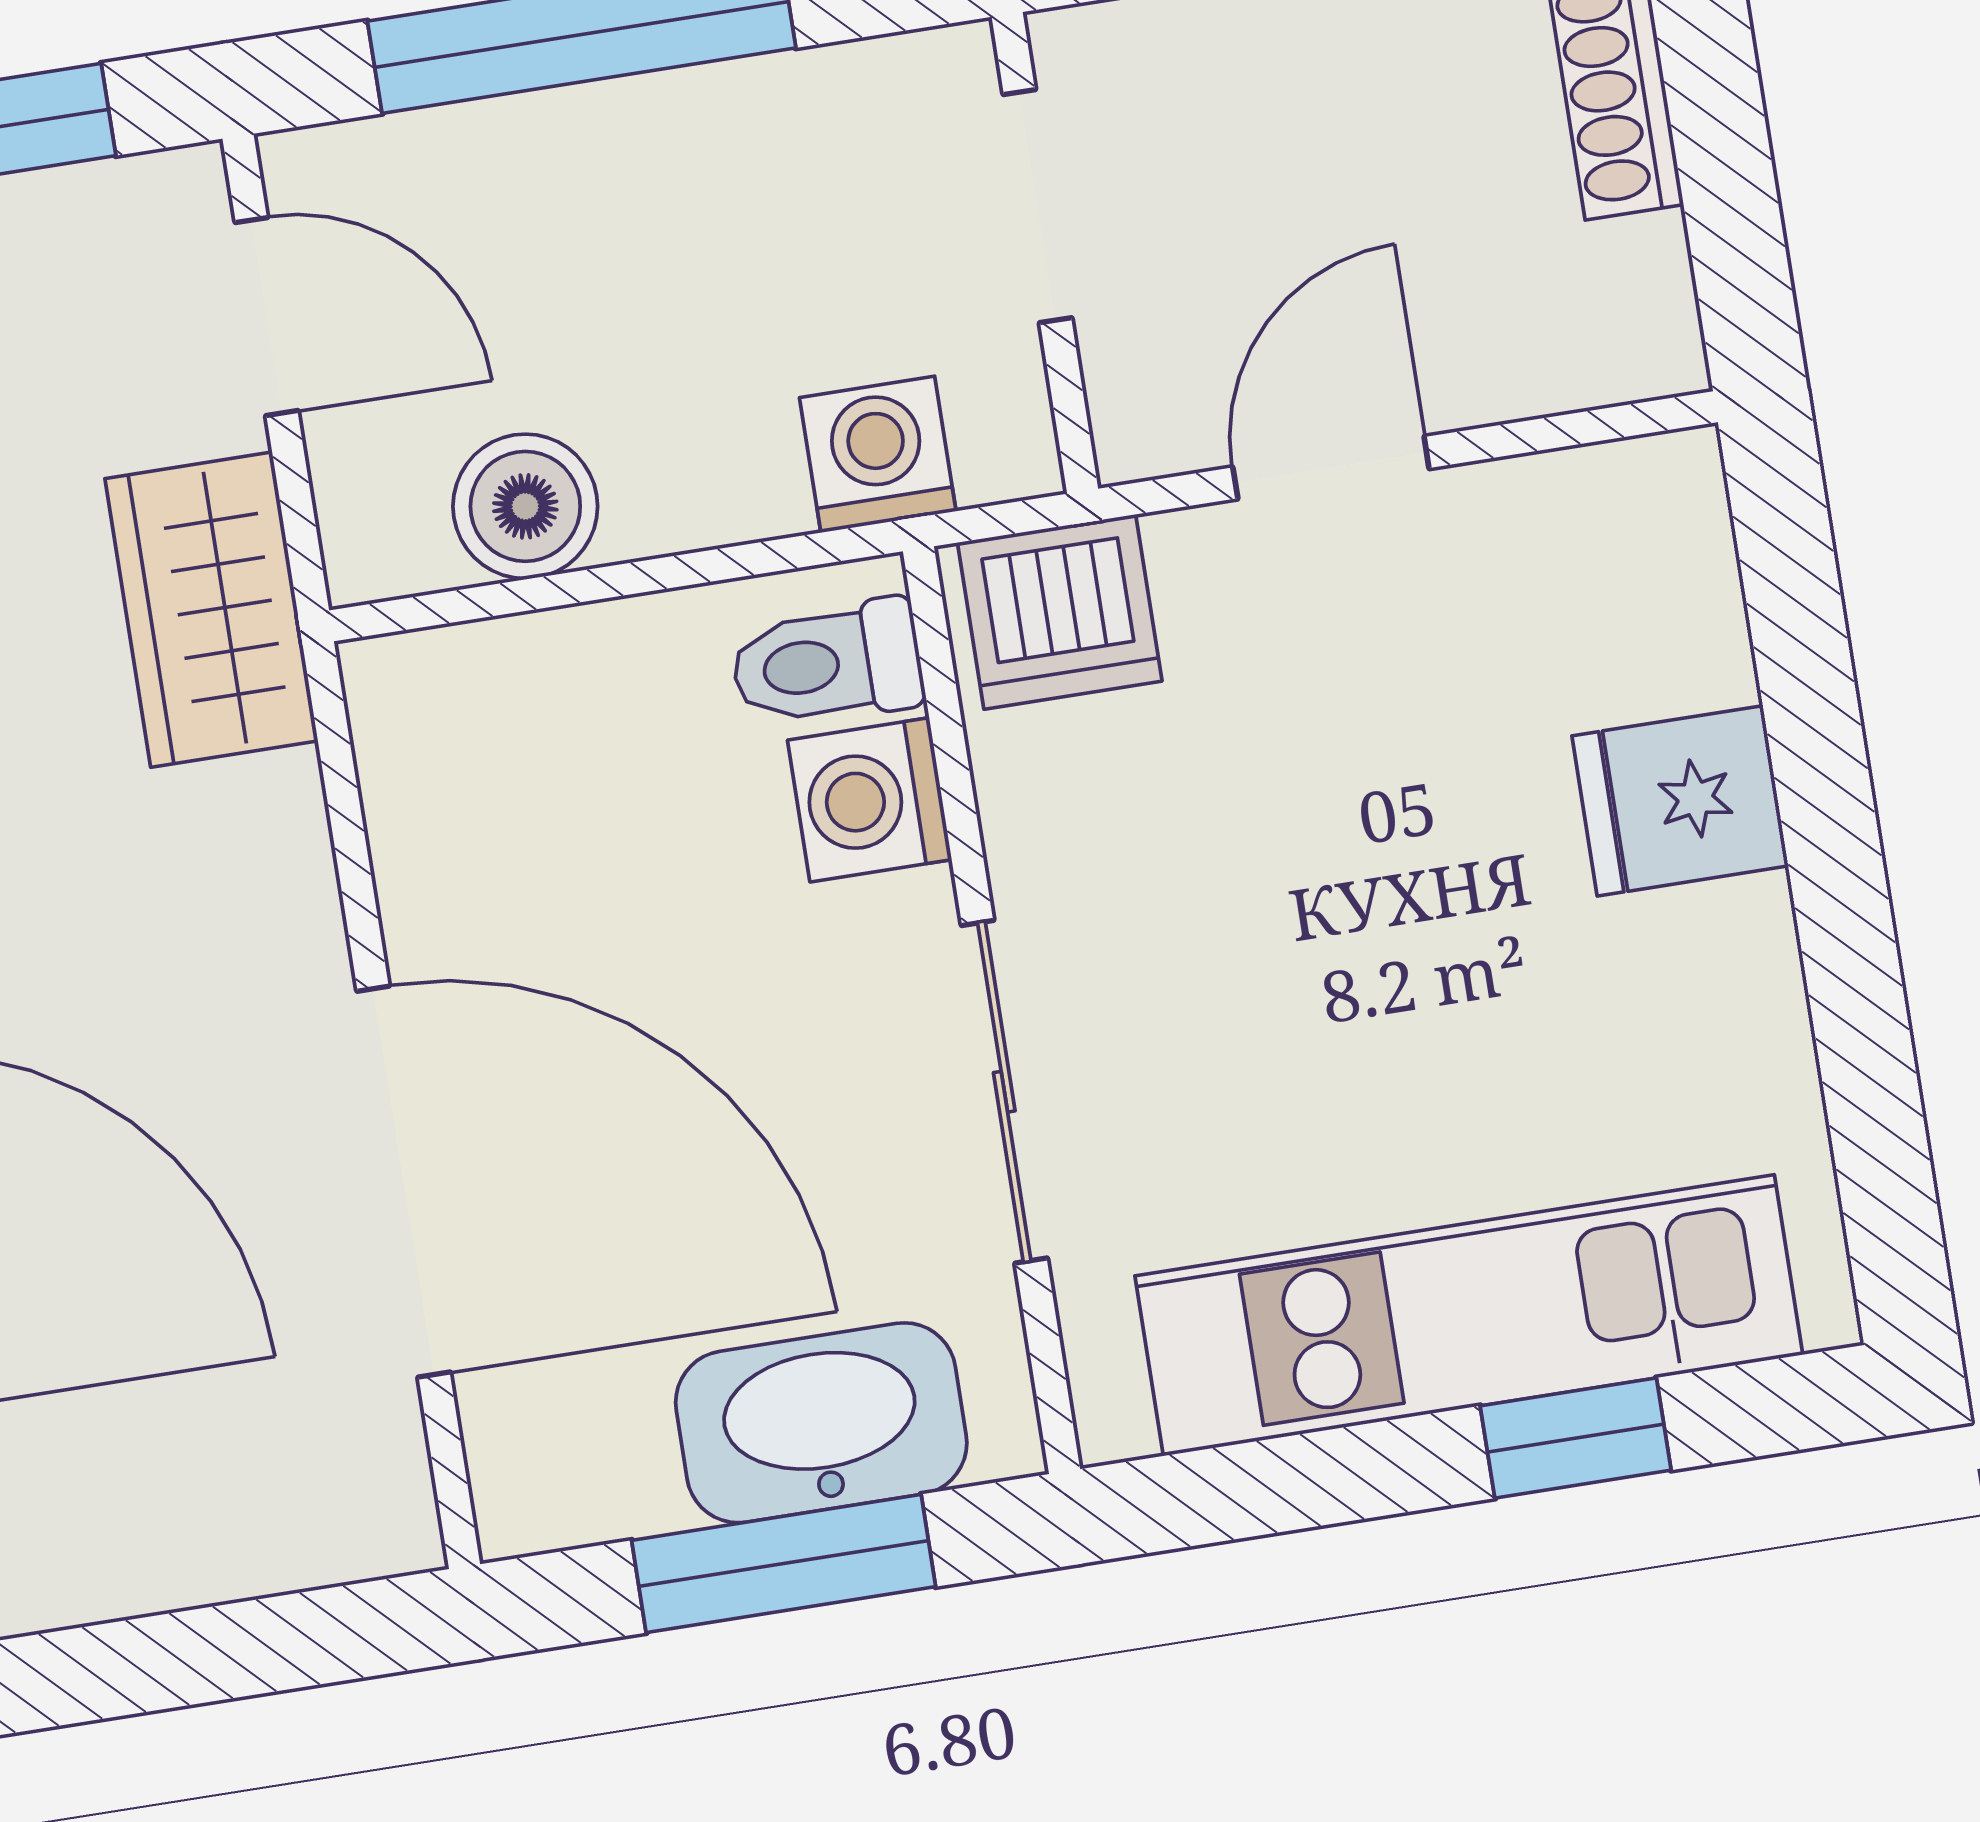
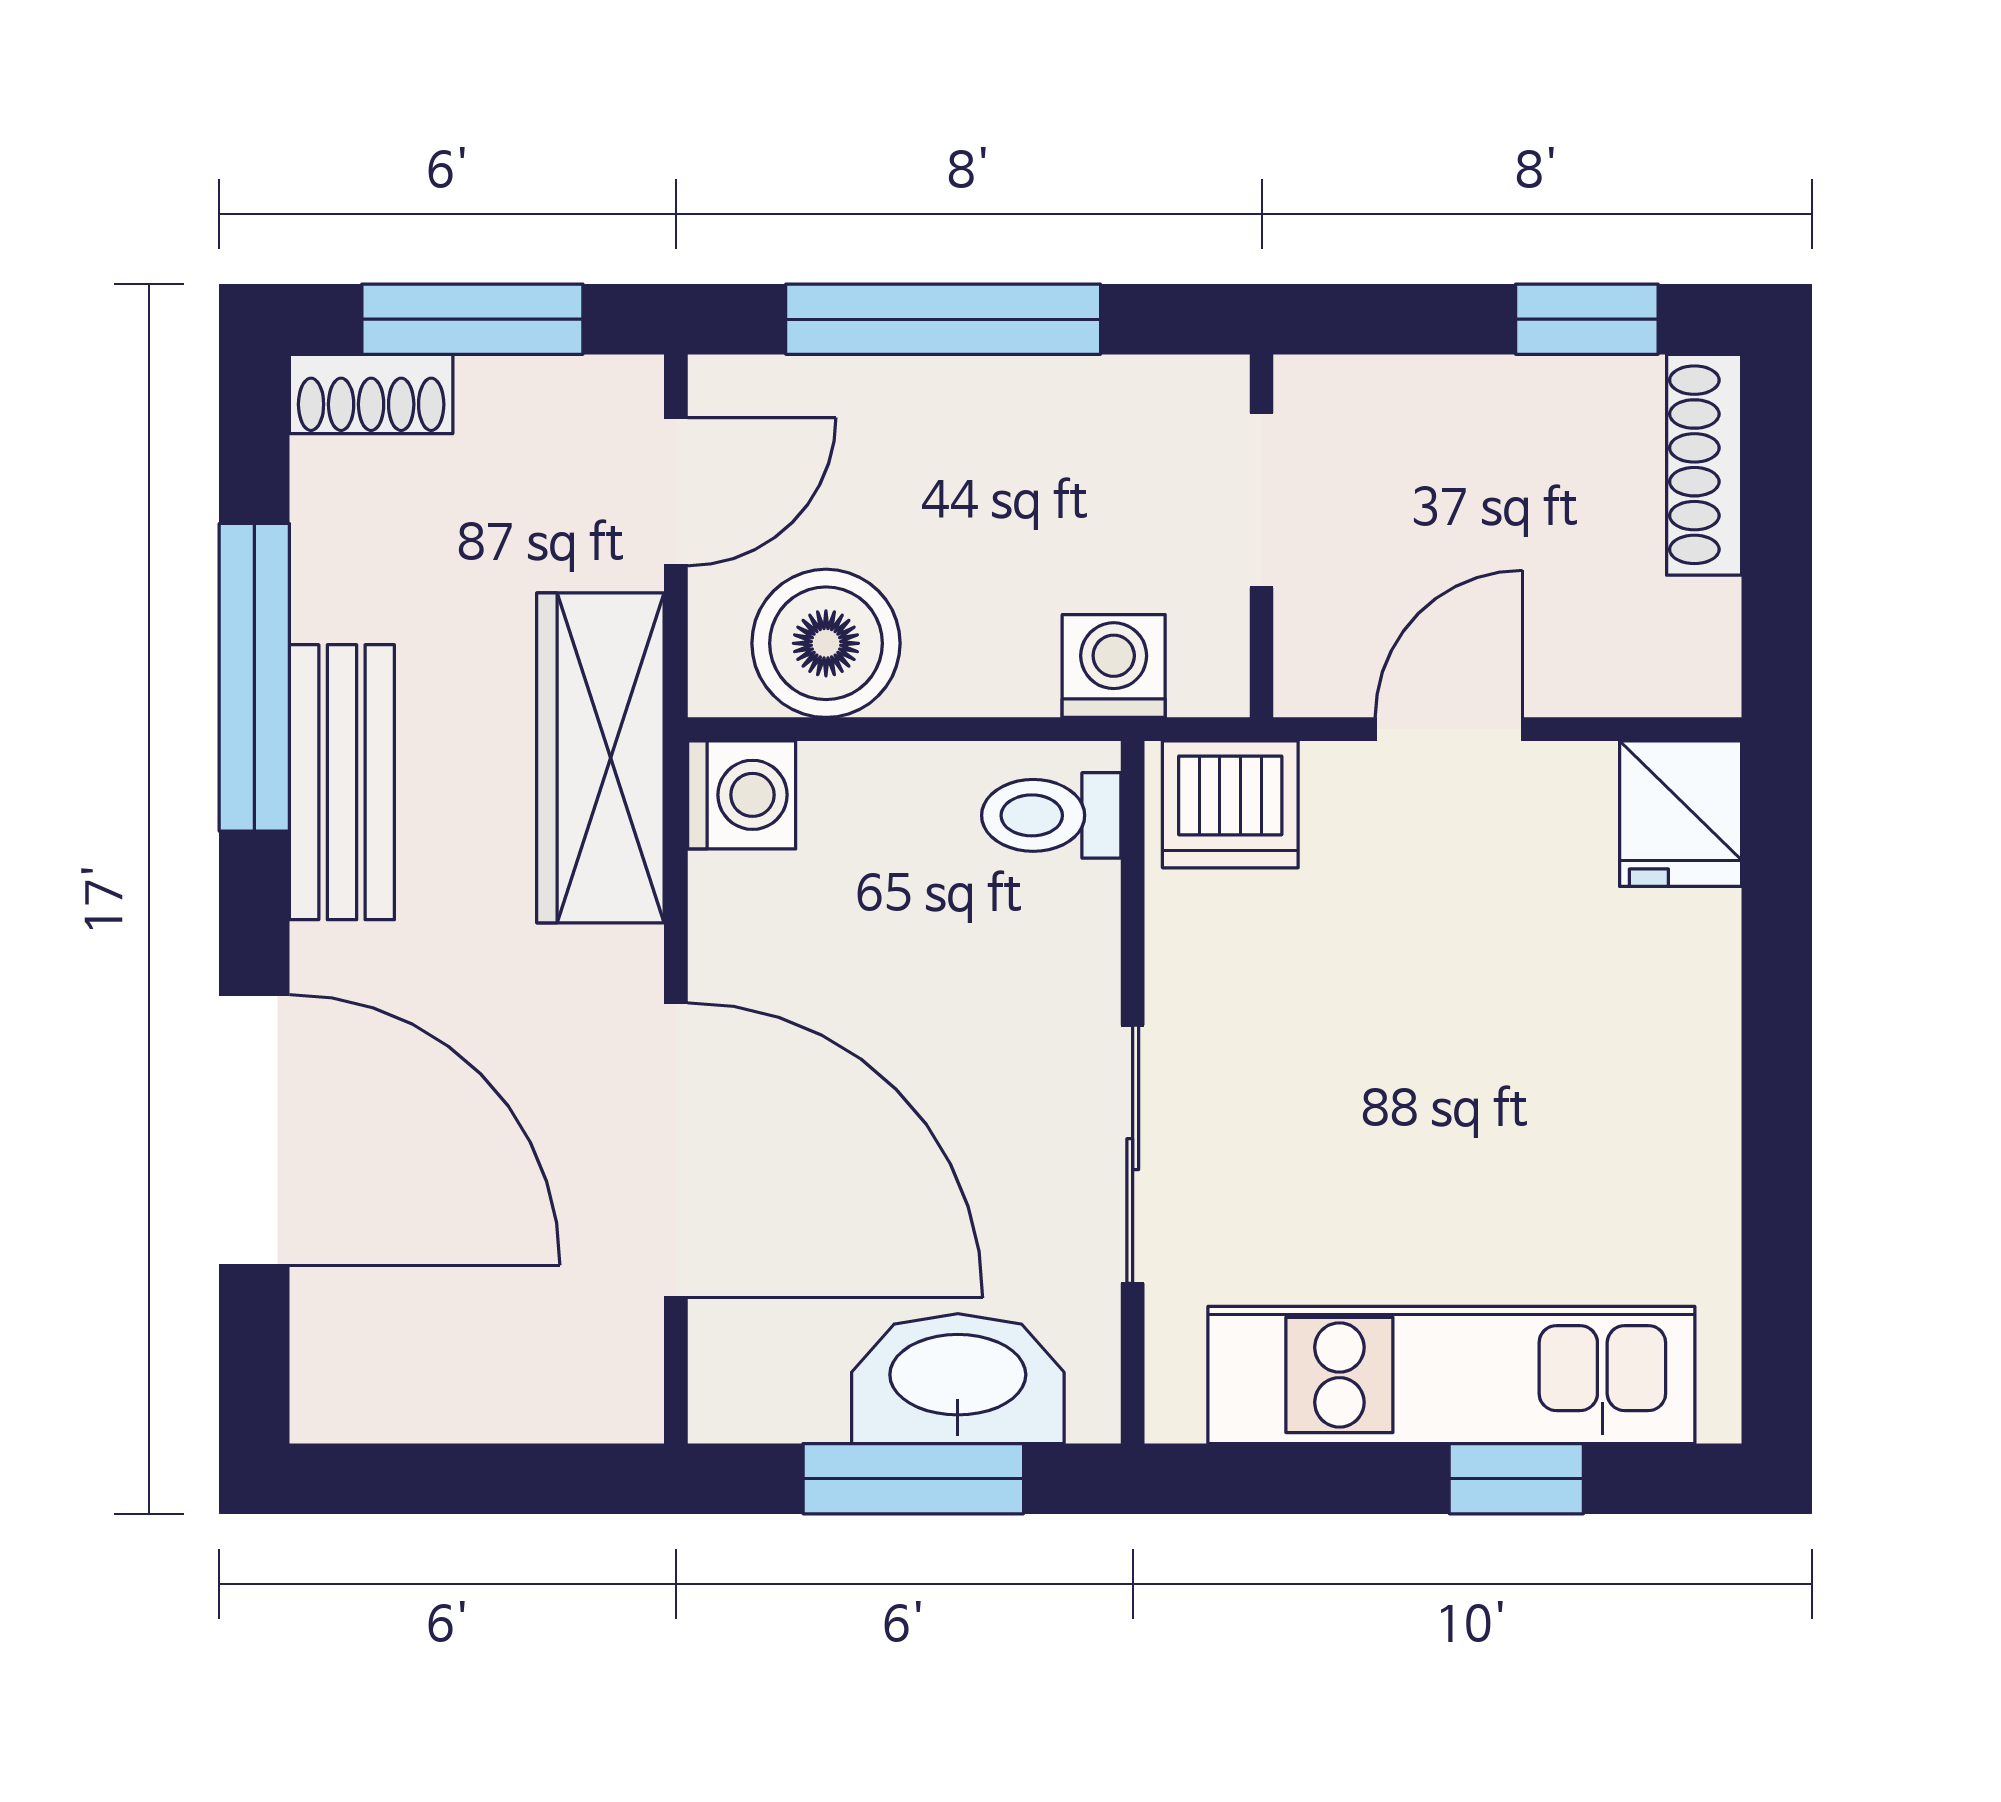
door: (267, 317) -> (676, 492), hinge flipped
boiler: (525, 506) -> (826, 643), width x1.36, depth x1.36
wardrobe: (211, 610) -> (600, 758), width x1.50
washing machine: (870, 800) -> (742, 795), moved, turned 180
fridge: (1680, 801) -> (1681, 814), moved, turned -90

